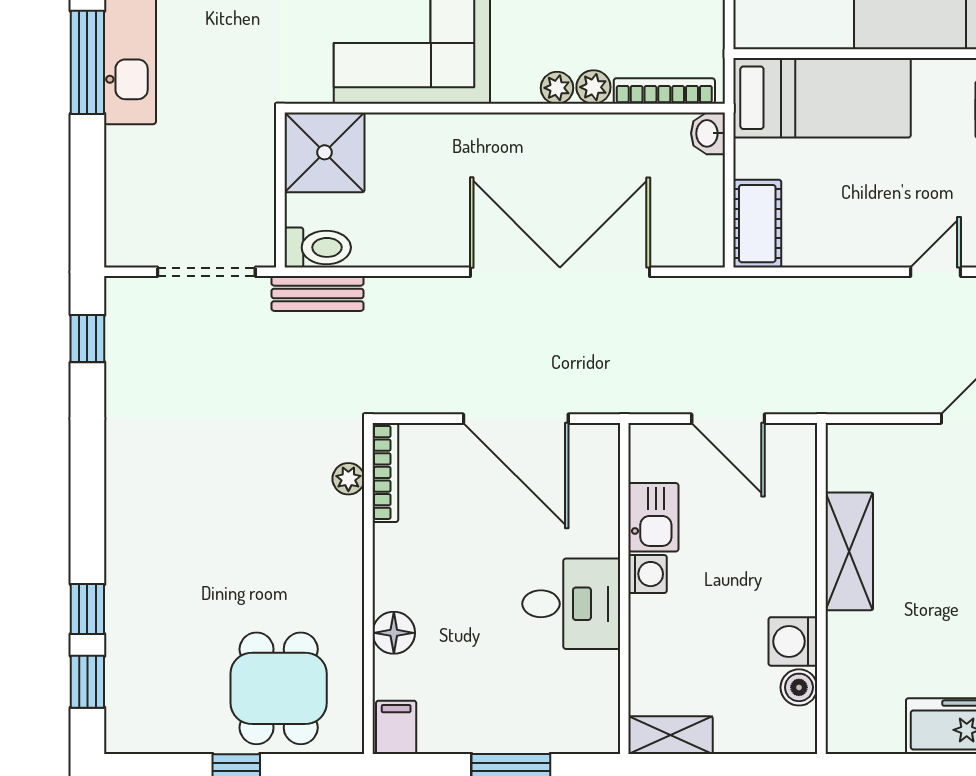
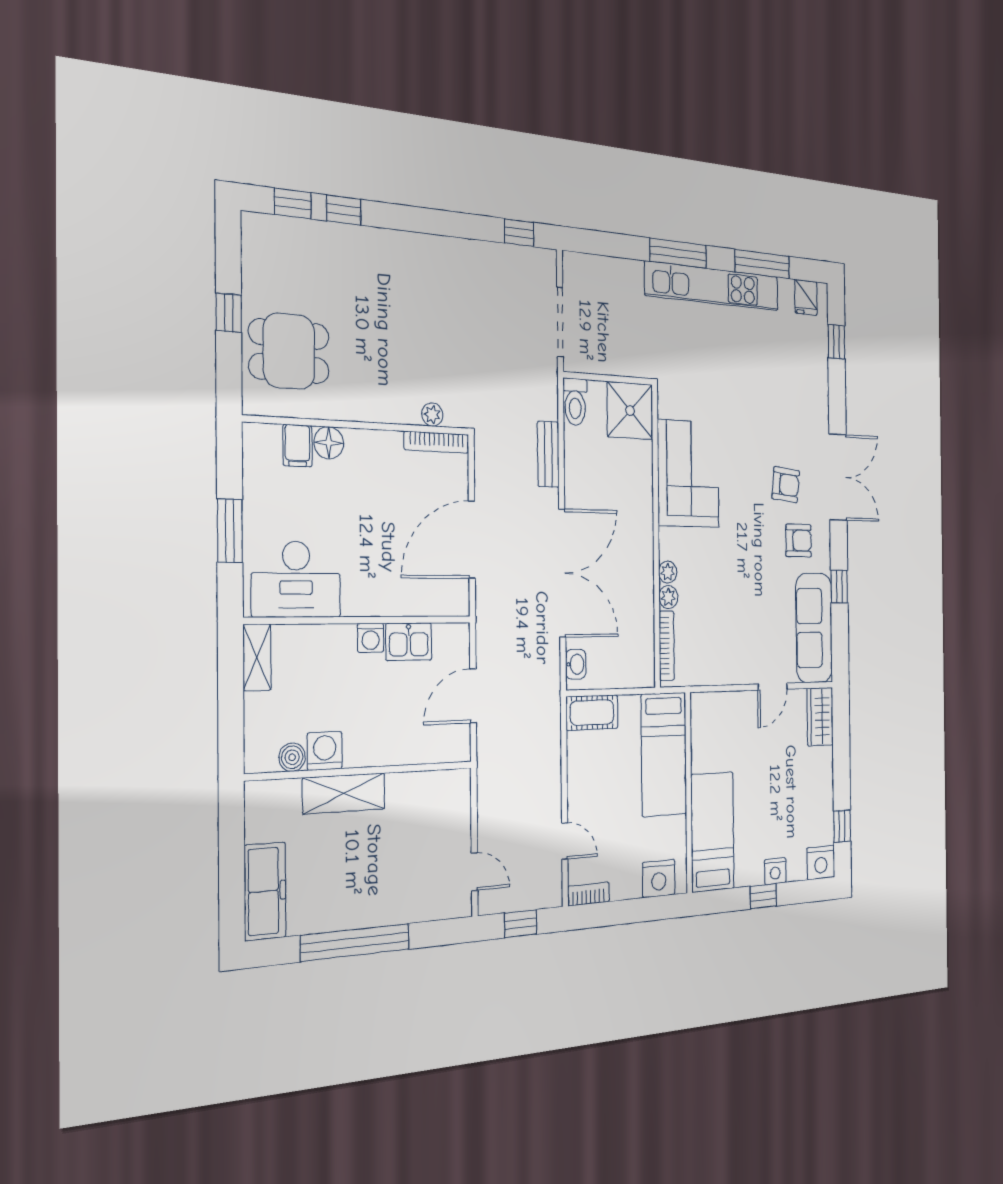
washbasin: (708, 133) -> (576, 664), moved, turned 90
bench: (317, 293) -> (548, 454), moved
shelving: (849, 551) -> (344, 793), moved
desk: (571, 604) -> (296, 579), moved, width x1.37
filing cabinet: (396, 727) -> (297, 446), moved, turned 90

